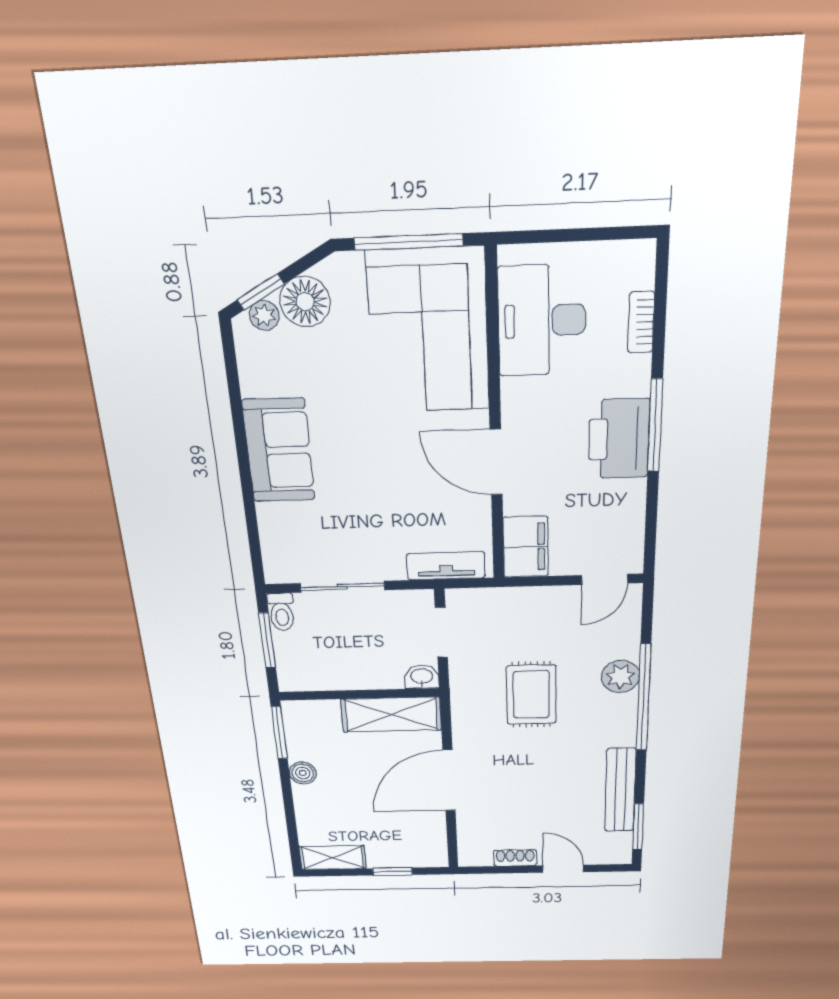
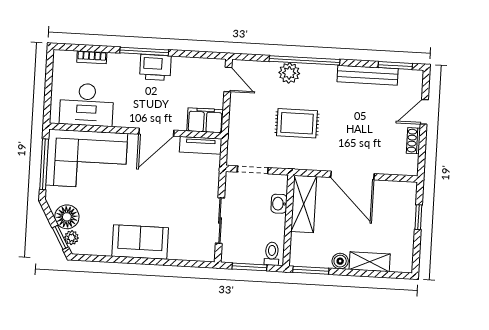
printer: (619, 439) -> (155, 67), width x0.73, depth x0.84
tv unit: (446, 566) -> (201, 145), moved, turned -90
toilet: (281, 612) -> (272, 254), moved, turned -90
washbasin: (422, 677) -> (279, 204), moved
shelving: (333, 858) -> (370, 262), moved, turned 90

